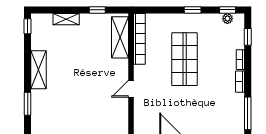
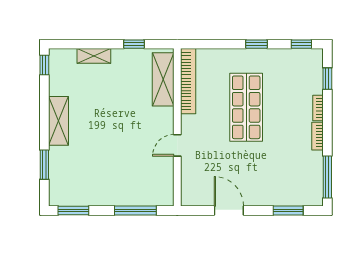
plant: (227, 19) -> (301, 55), removed

